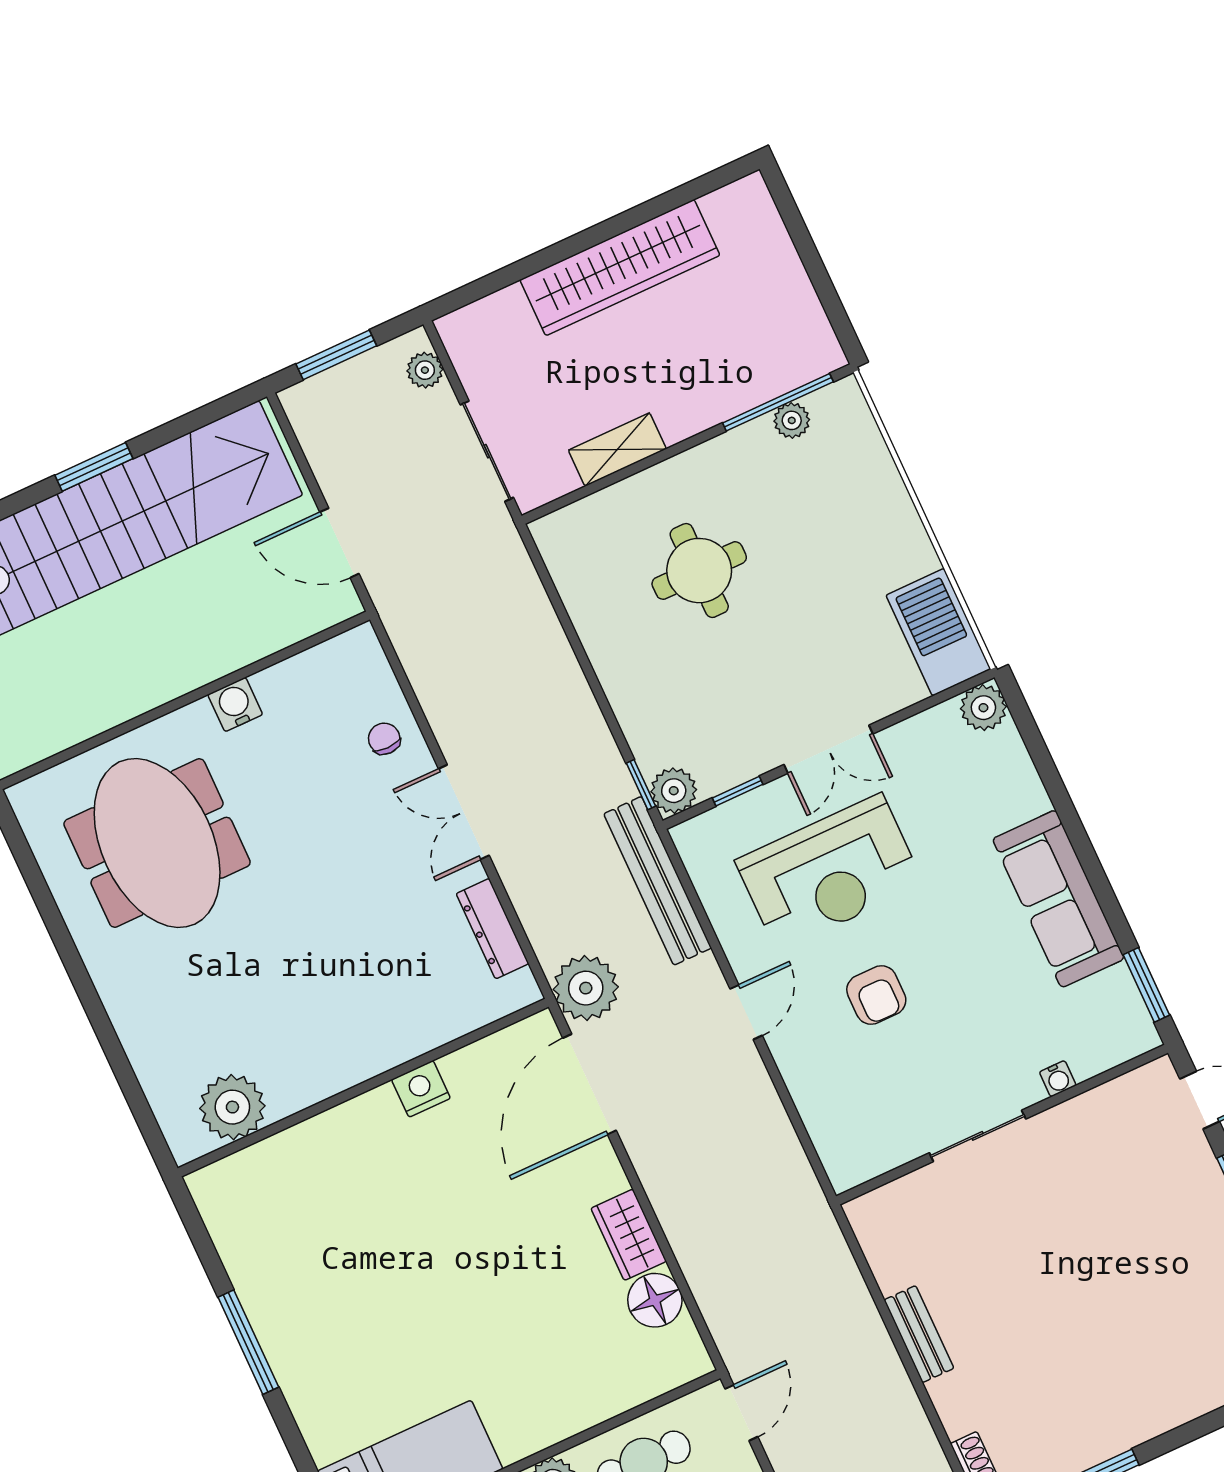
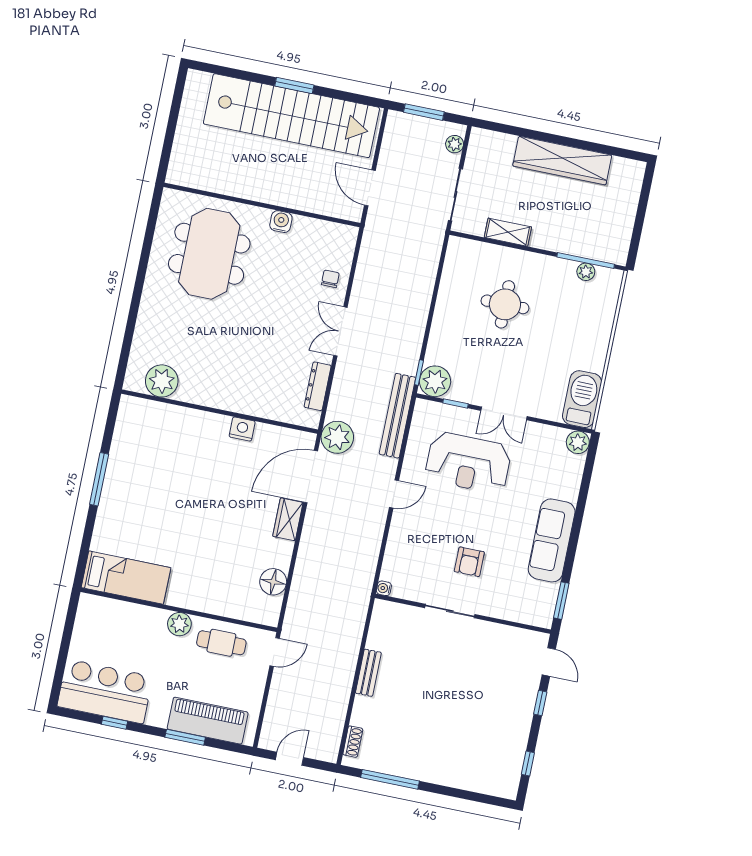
plant: (674, 791) -> (435, 381), width x1.36, depth x1.36
armchair: (876, 995) -> (469, 562), moved
water cooler: (1058, 1079) -> (384, 588), moved, turned 90
wardrobe: (629, 1235) -> (288, 519), moved

